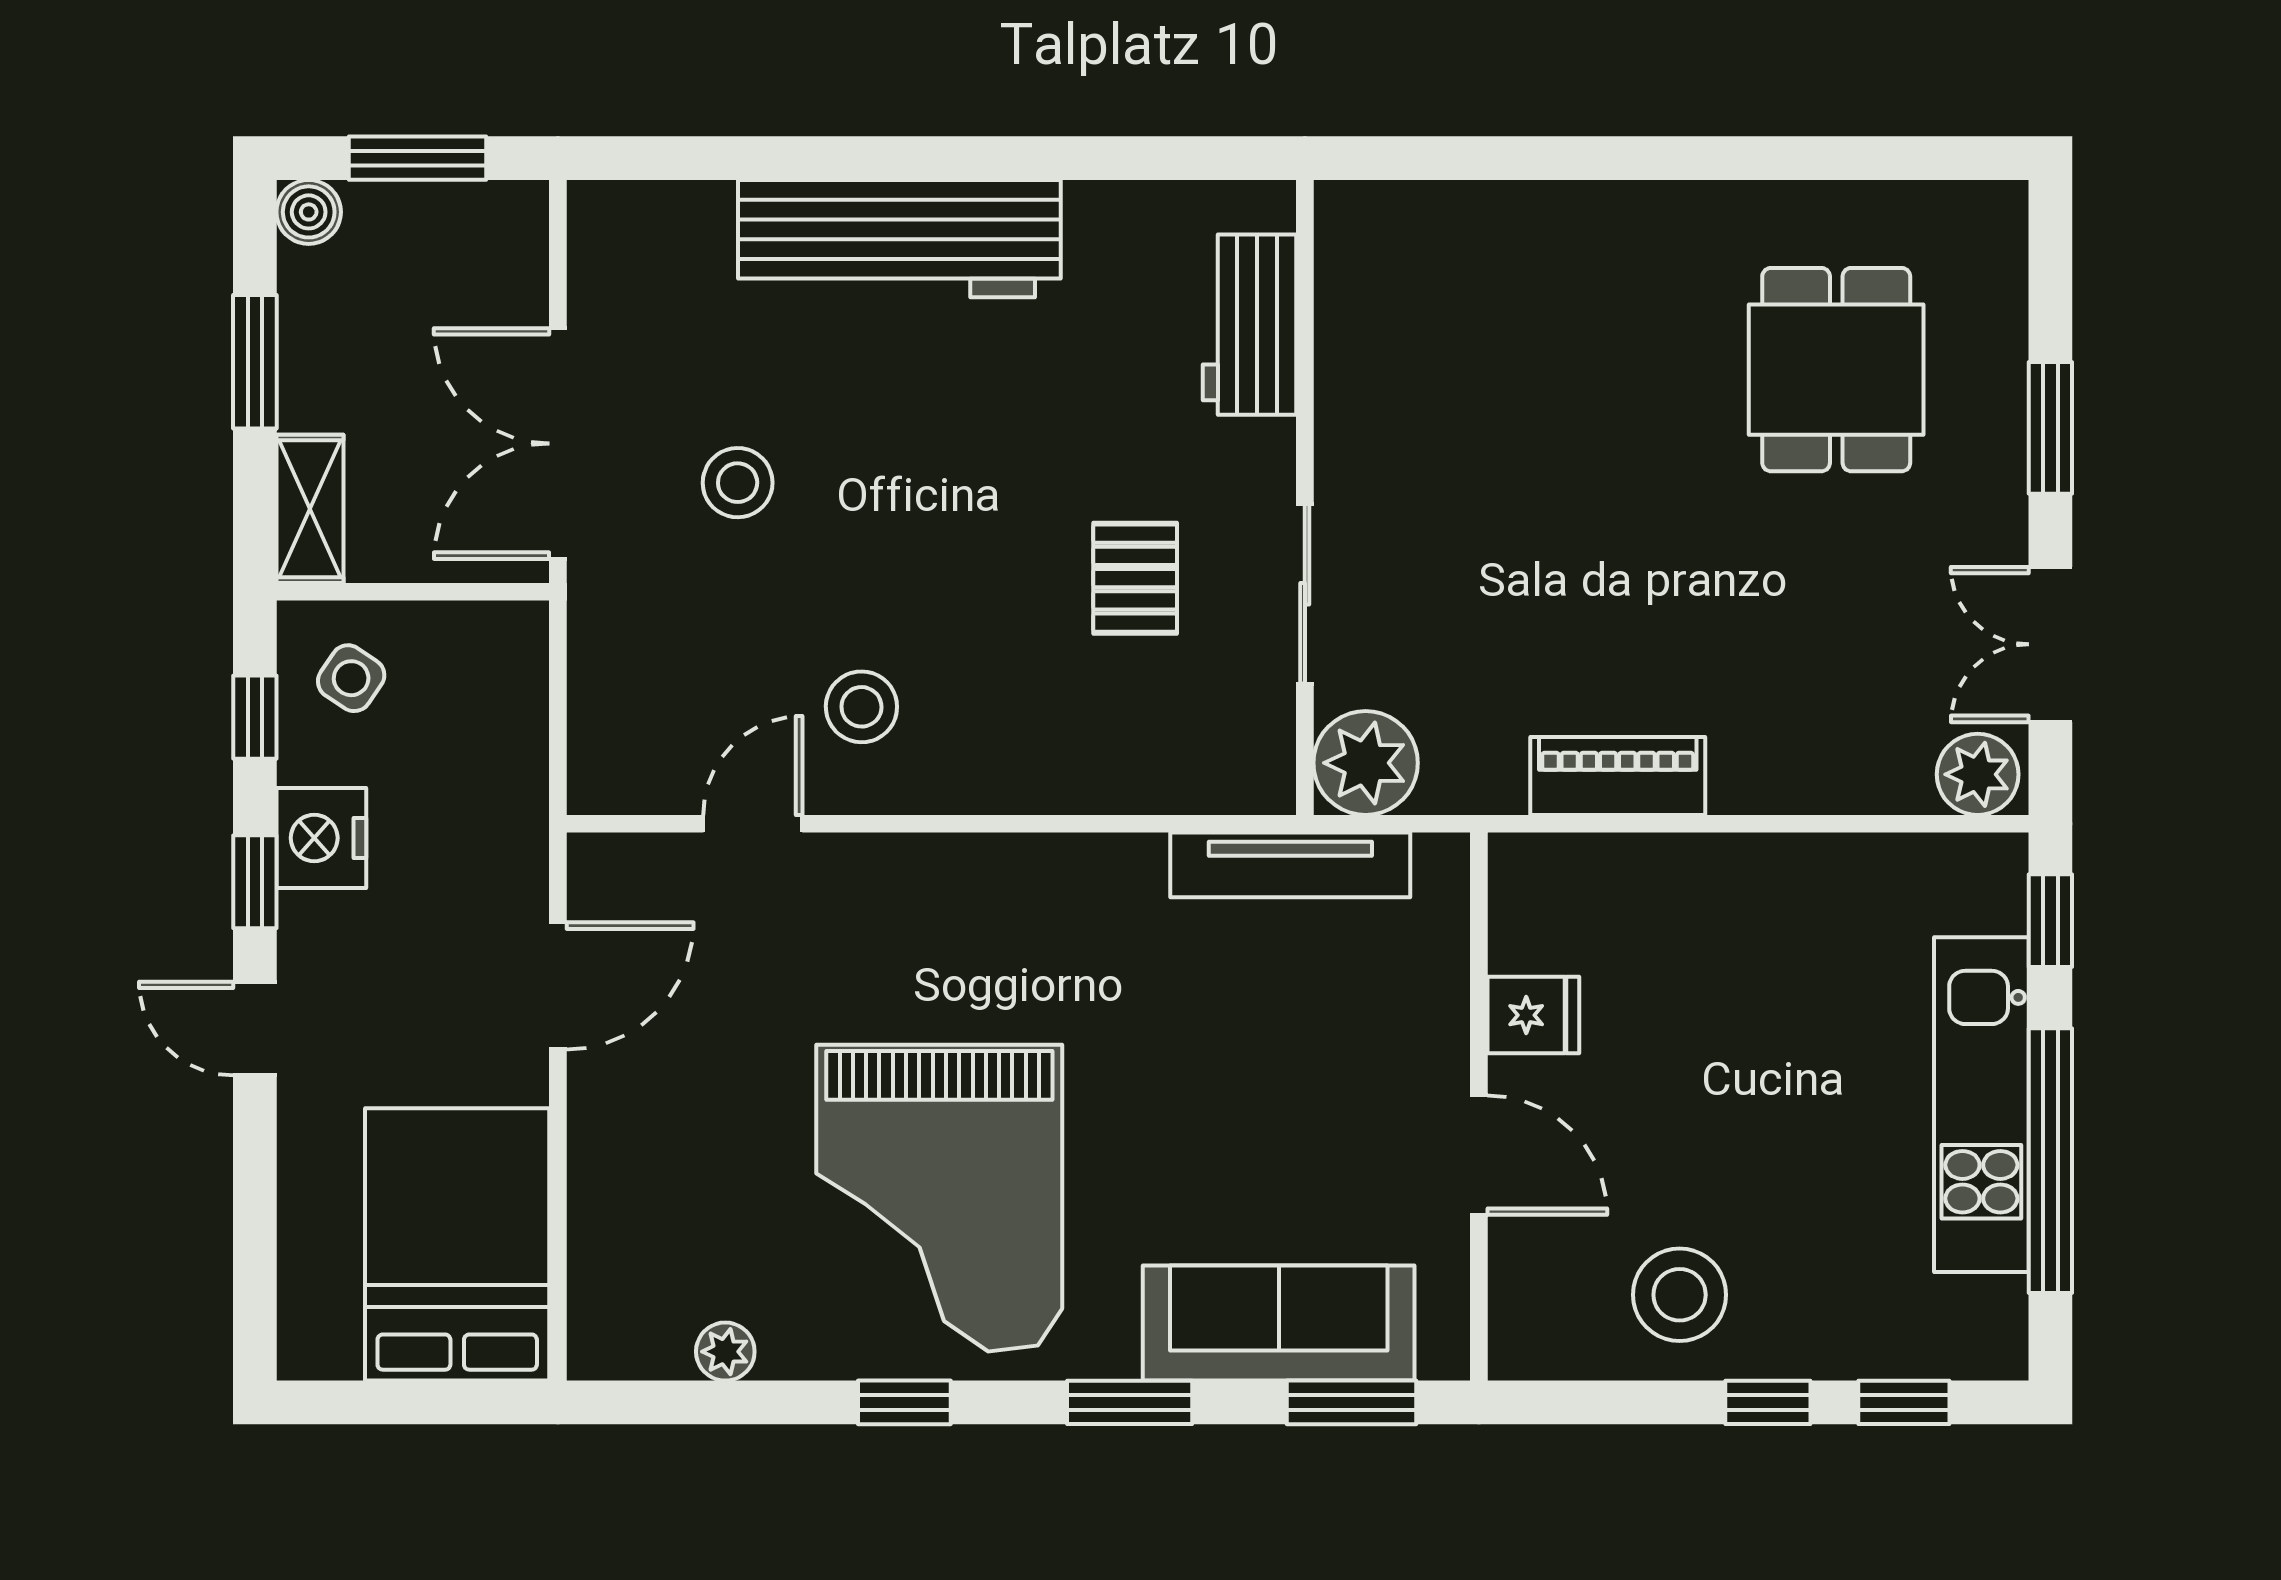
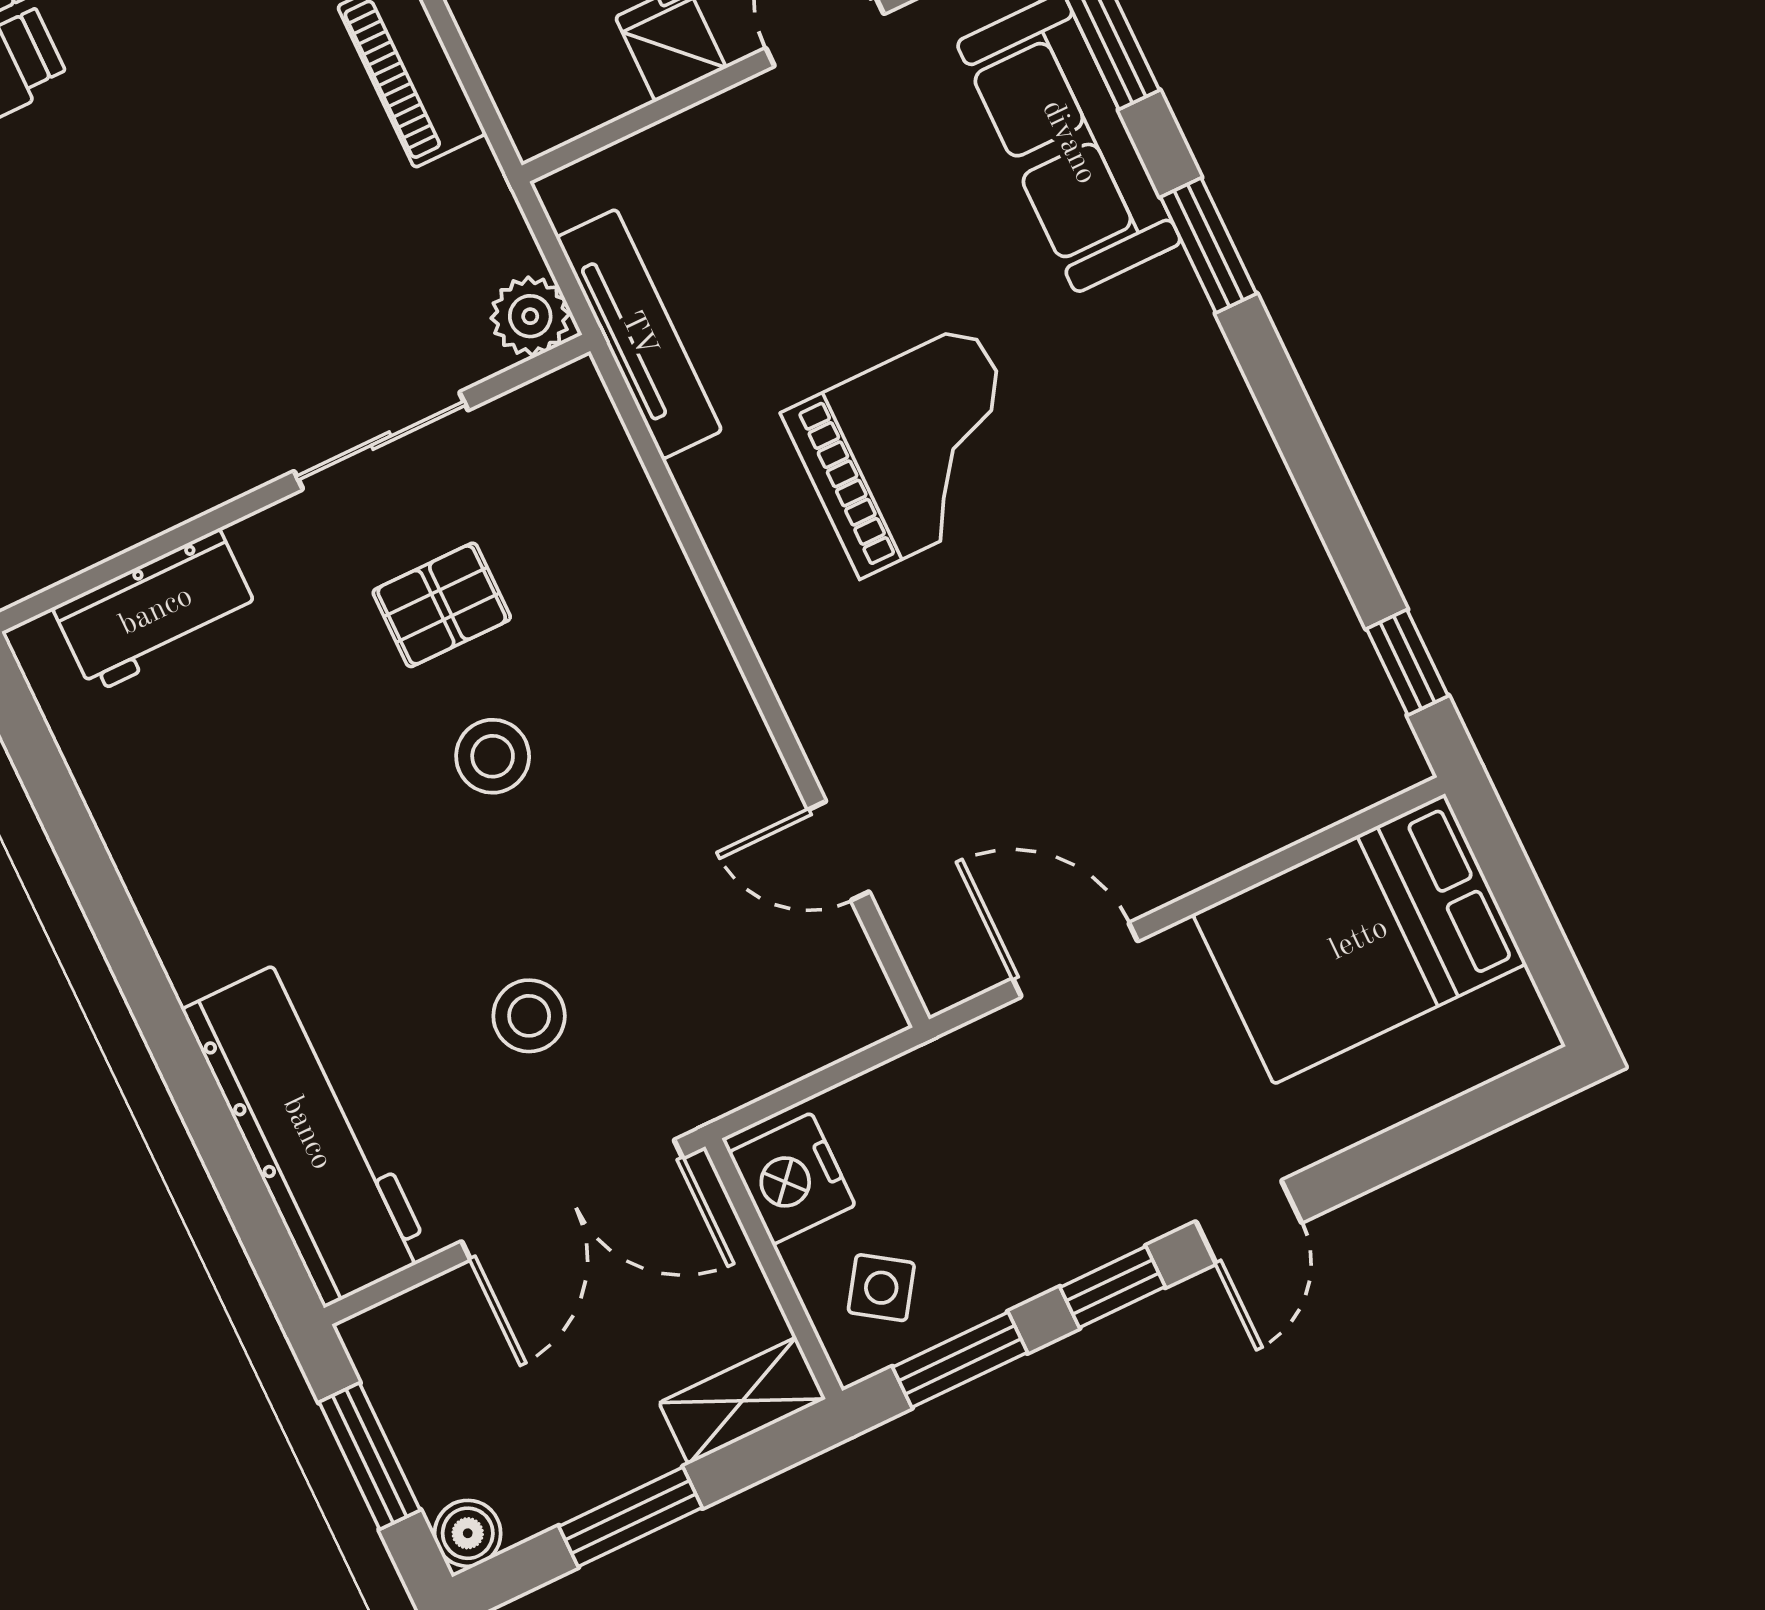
workbench: (899, 239) -> (307, 1133), moved
stool: (861, 707) -> (493, 756), moved
window: (255, 717) -> (960, 1360), width x1.50
plant: (1366, 763) -> (530, 316), width x0.73, depth x0.73
nightstand: (321, 838) -> (792, 1179), moved, turned 90
grand piano: (939, 1198) -> (916, 450), moved, width x0.73, depth x0.68
plant: (725, 1352) -> (1340, 643), removed
window: (904, 1402) -> (1407, 662), moved

